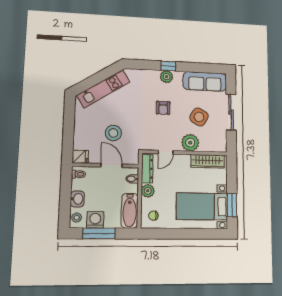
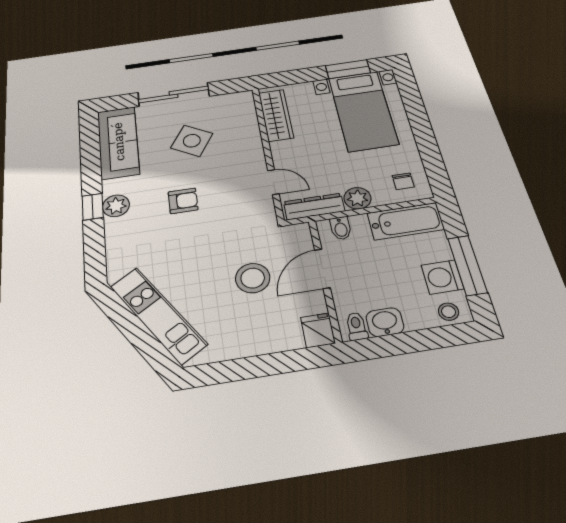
plant: (190, 143) -> (246, 146), removed
washbasin: (77, 199) -> (385, 322), moved

